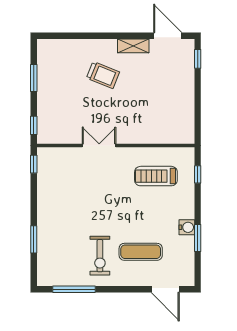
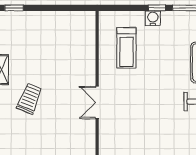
window: (198, 174) -> (157, 8), moved
water cooler: (187, 227) -> (153, 18), moved

